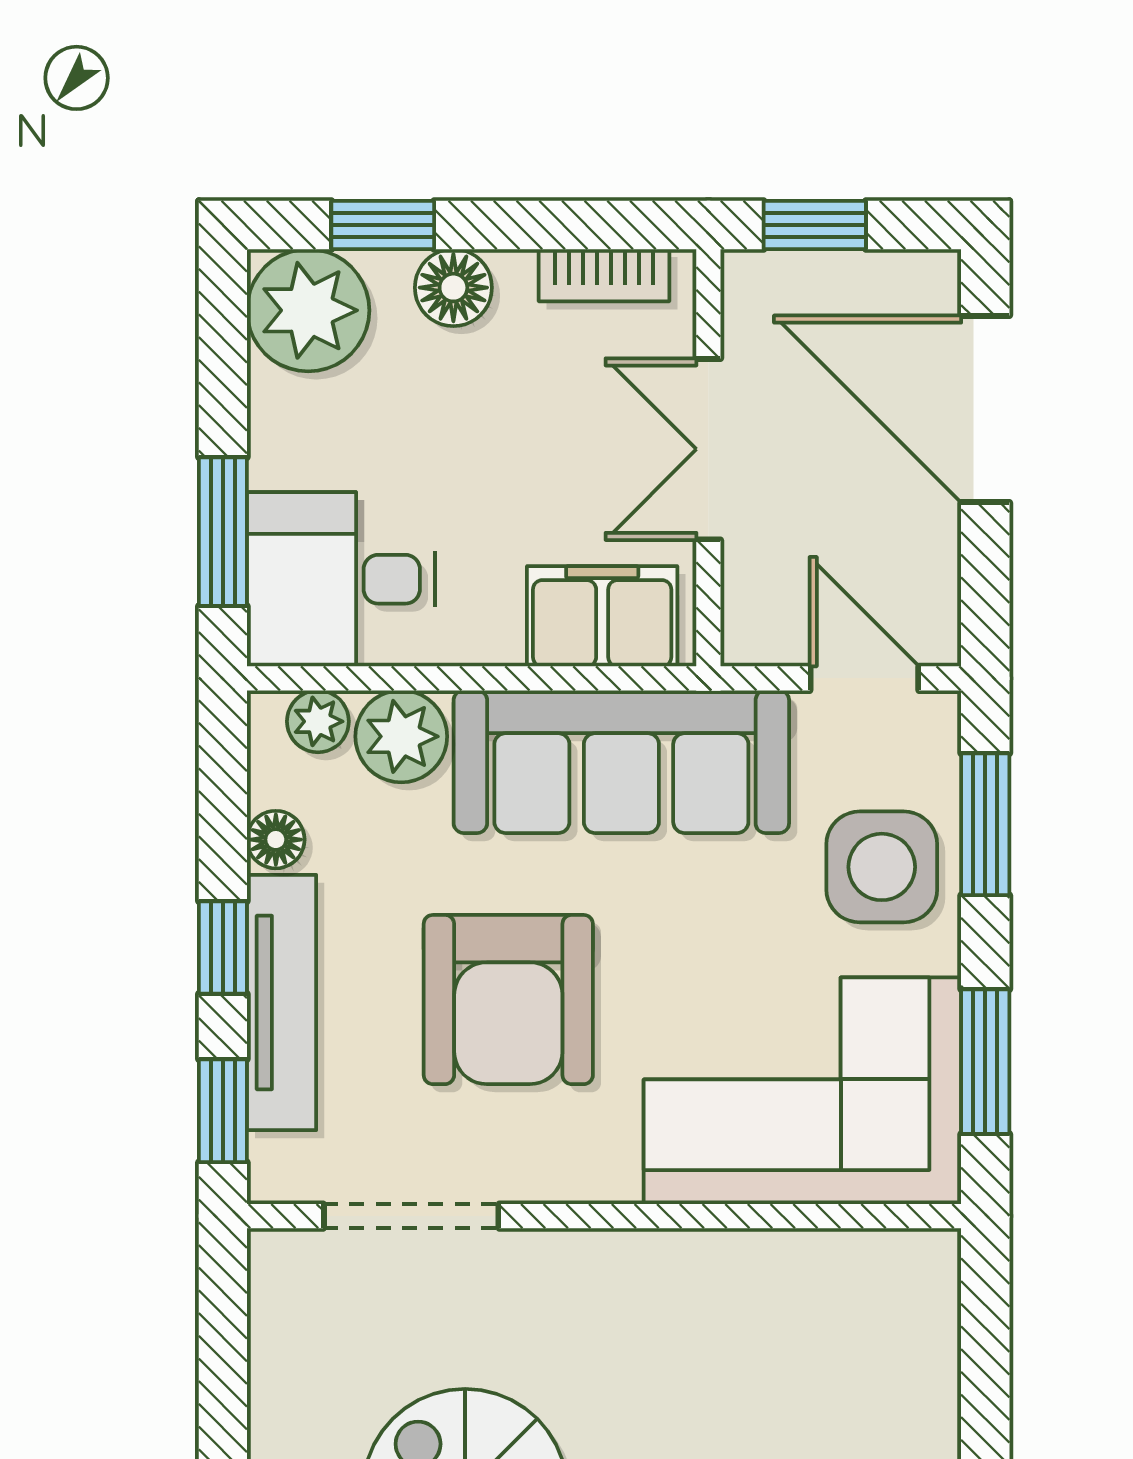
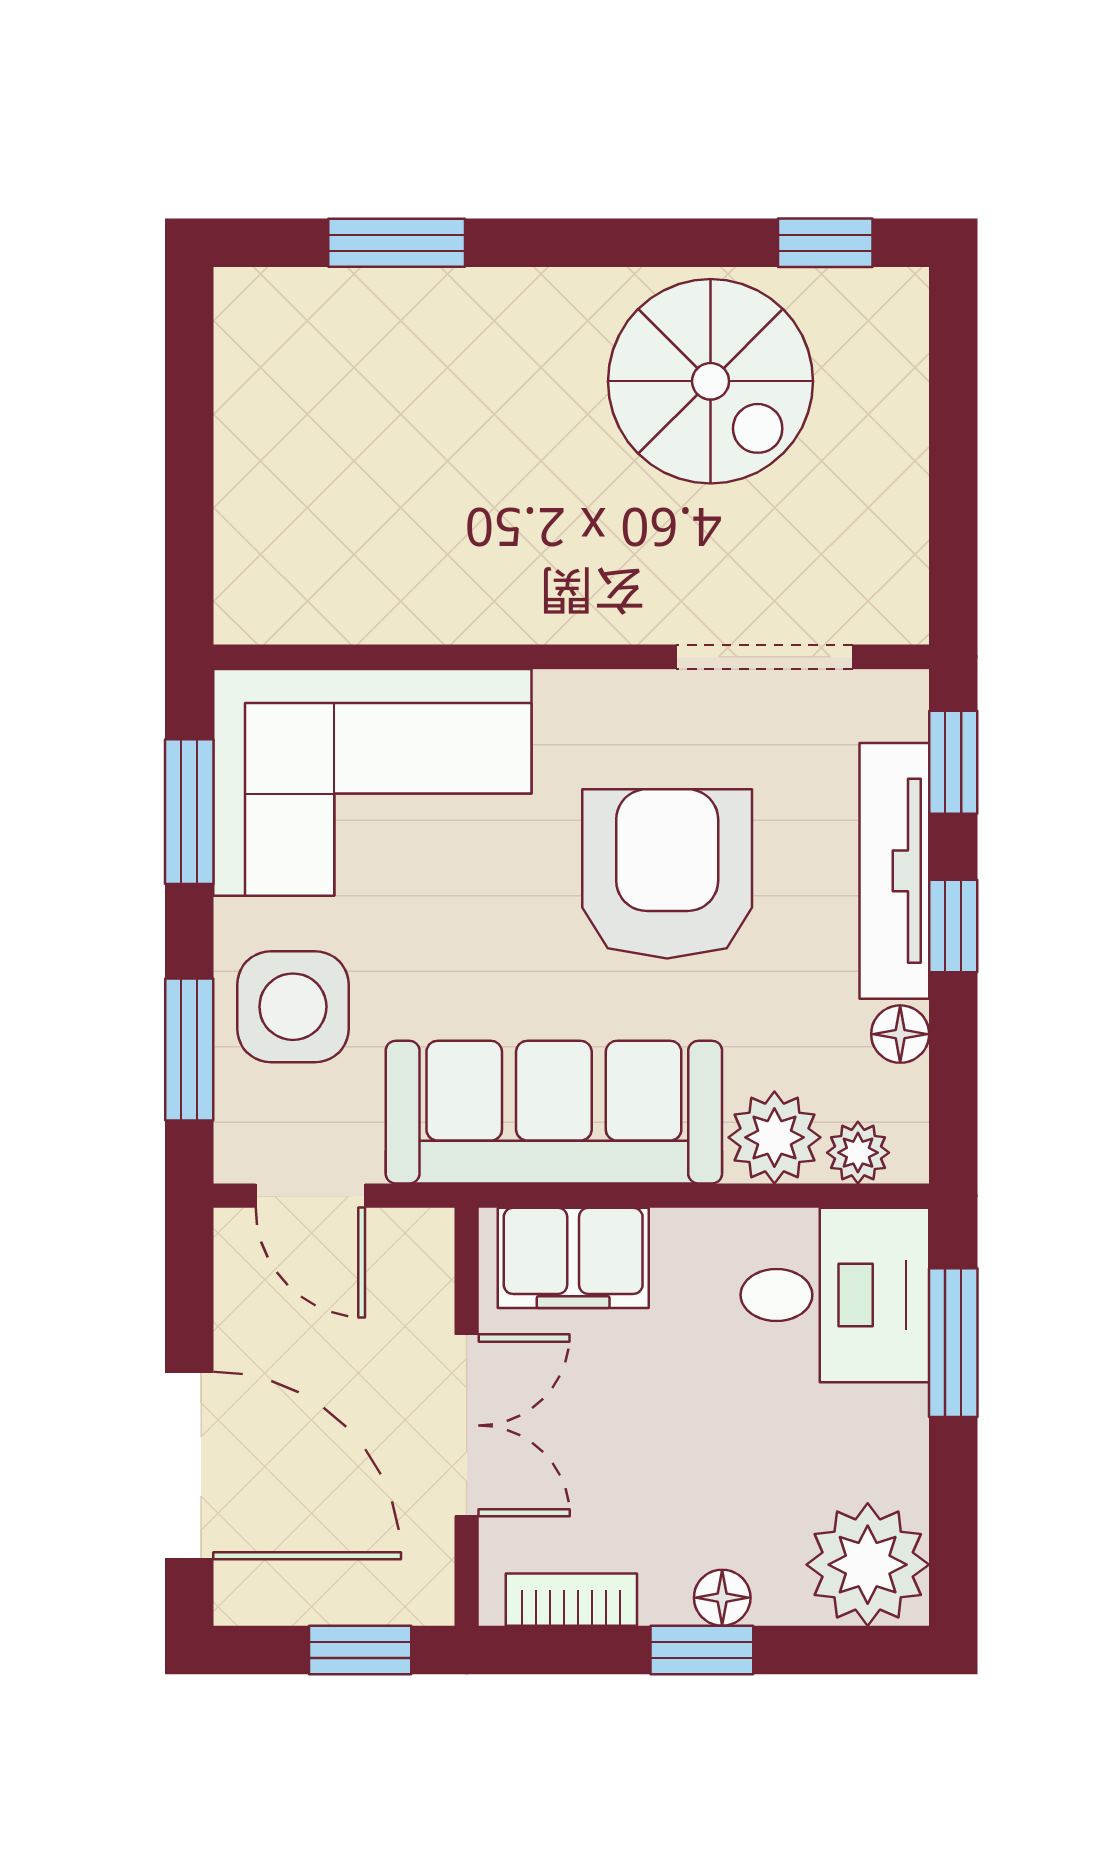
window: (383, 225) -> (702, 1650), moved
floor lamp: (453, 288) -> (722, 1598), width x0.73, depth x0.73

